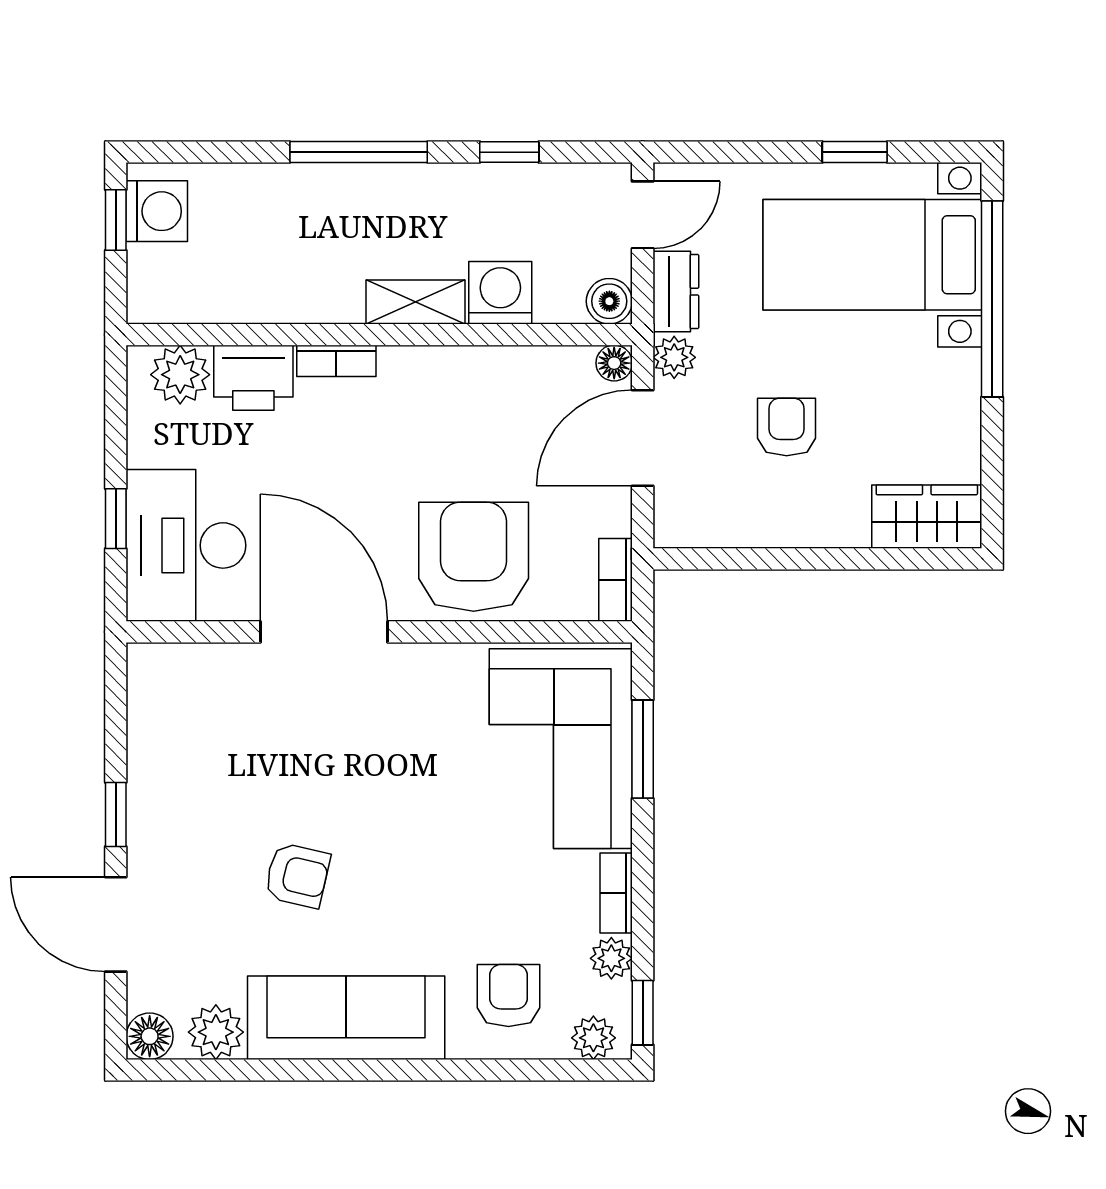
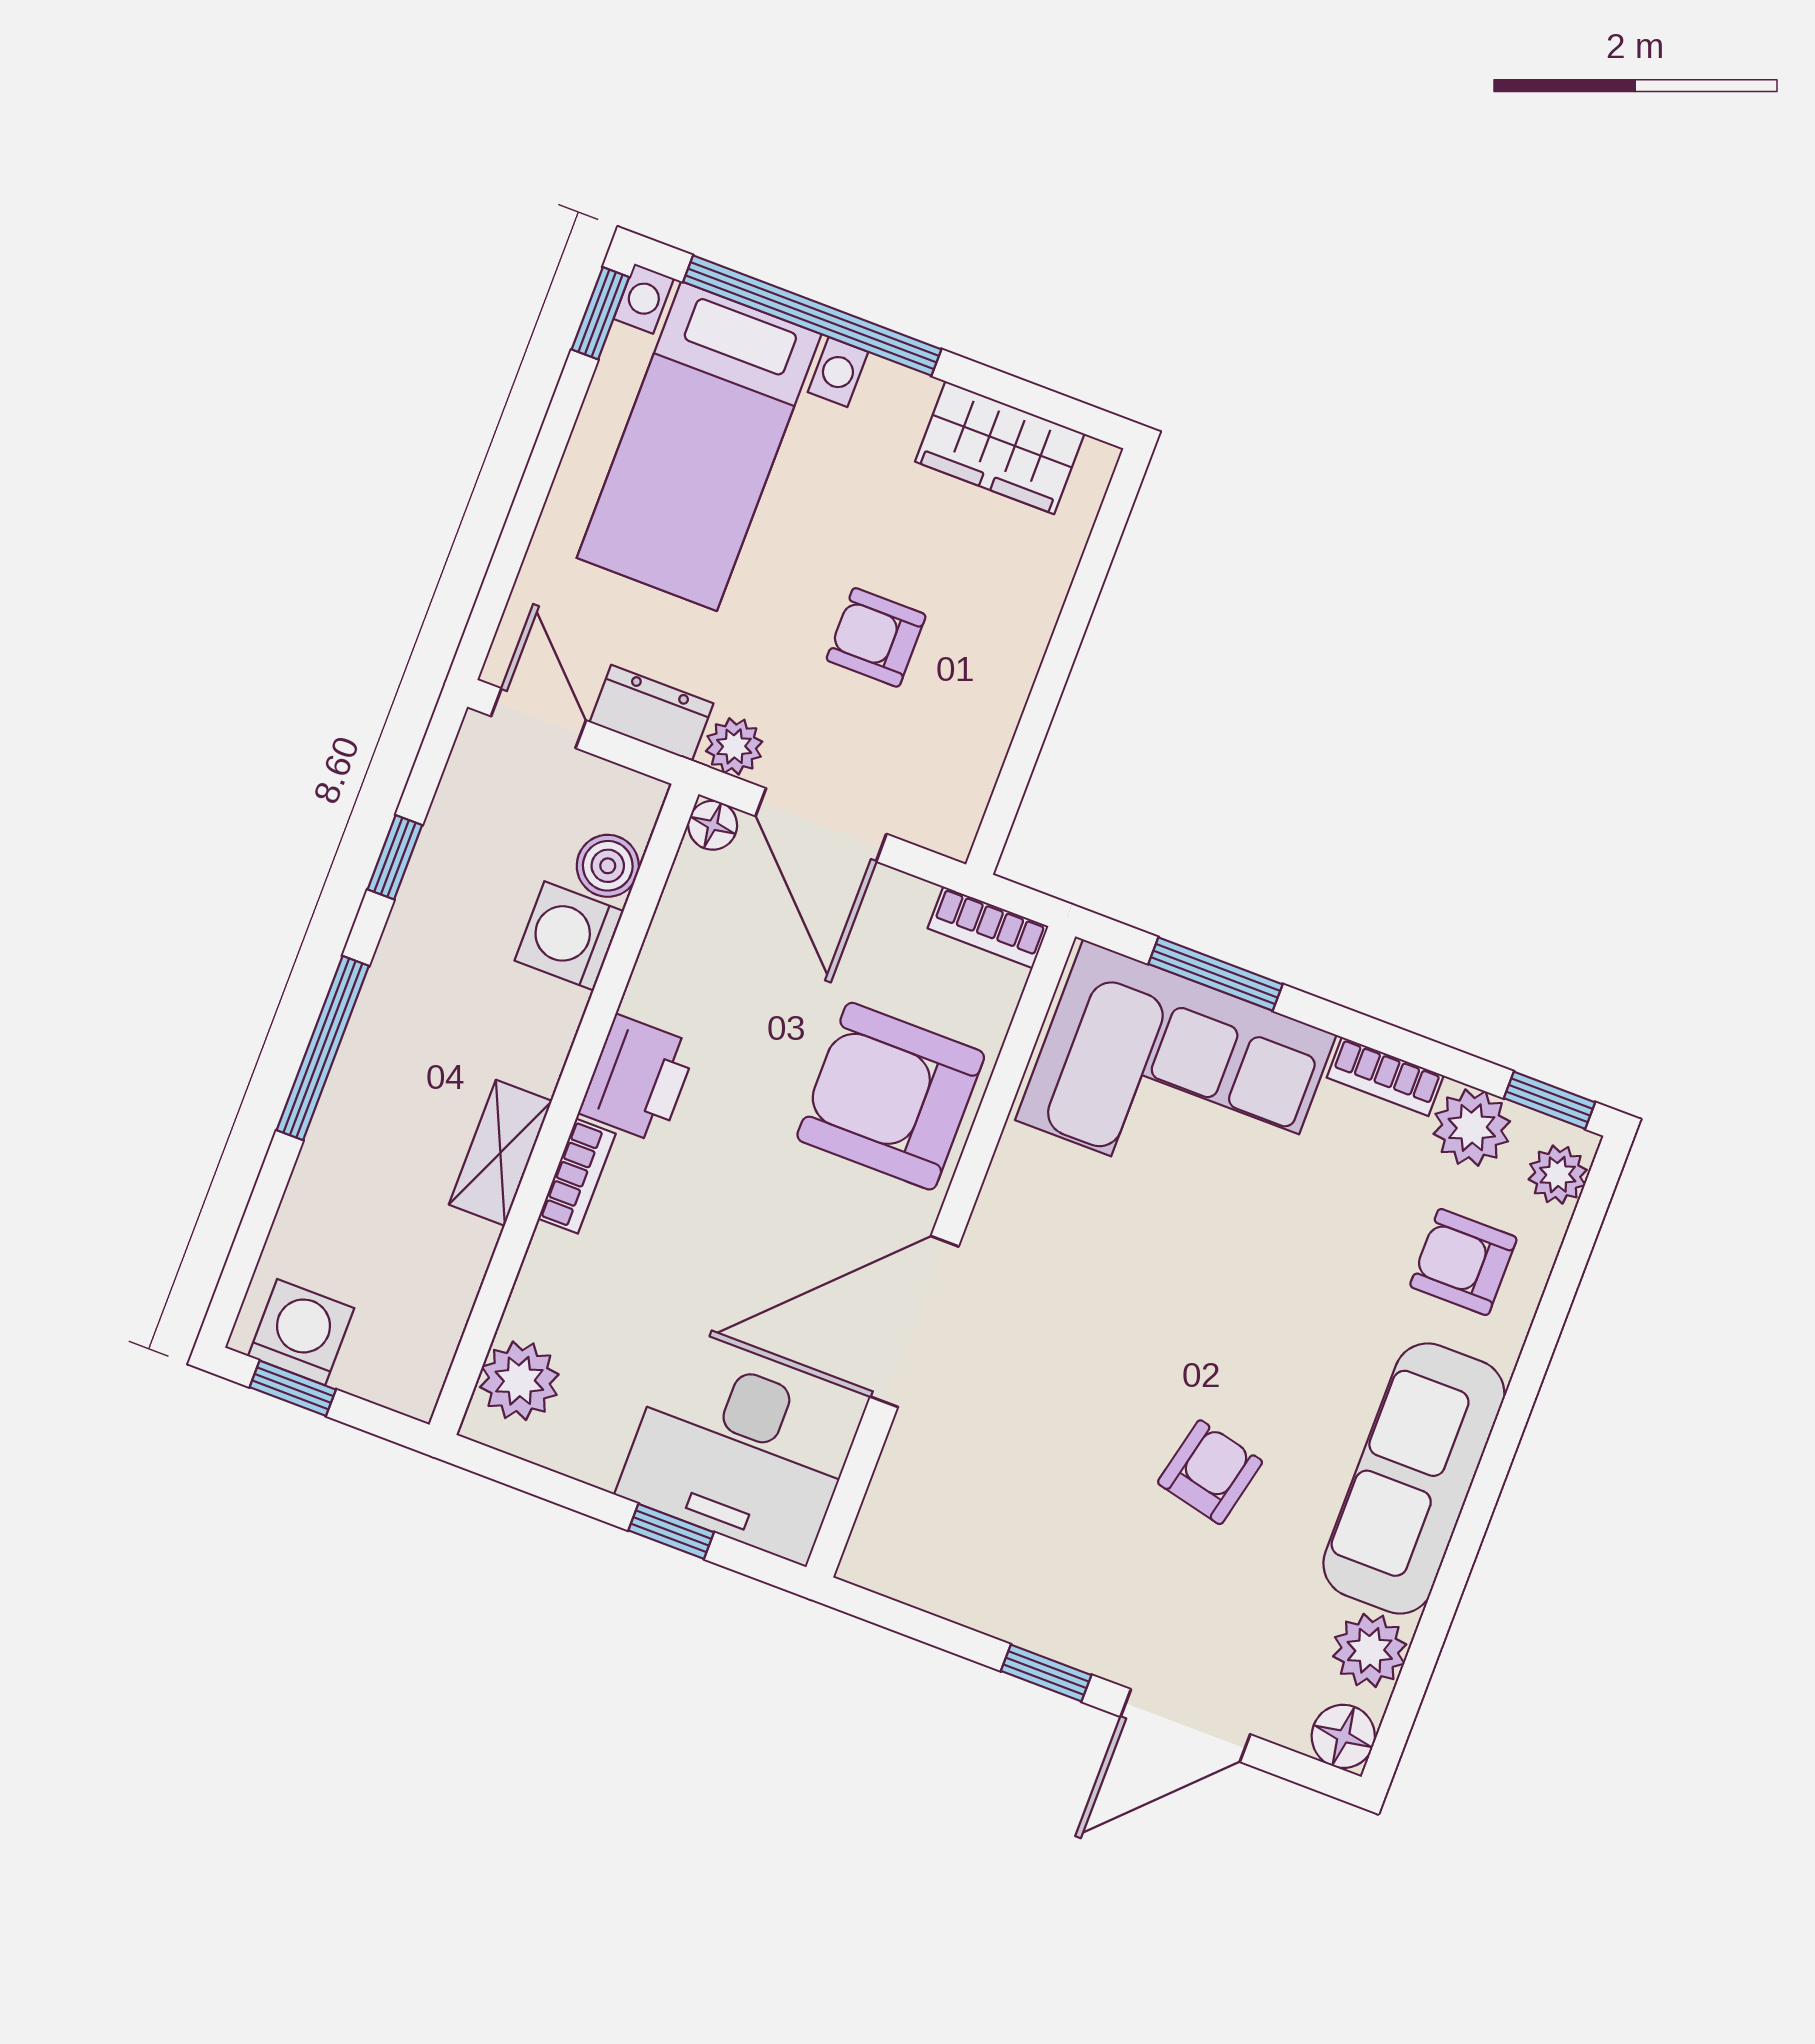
window: (855, 152) -> (600, 313), moved
boiler: (609, 301) -> (608, 866), moved
shelving: (416, 302) -> (500, 1153), moved
printer: (253, 378) -> (638, 1079), moved
wardrobe: (927, 517) -> (1000, 448), moved, turned -90
plant: (611, 958) -> (1472, 1128), width x1.38, depth x1.38

